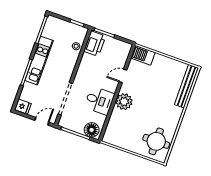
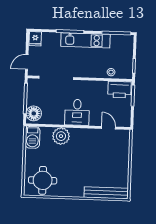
barbecue: (143, 55) -> (32, 137), moved, turned 180
door: (123, 76) -> (109, 128), moved
desk: (99, 101) -> (77, 112), moved
plant: (124, 102) -> (61, 136), moved
door: (42, 121) -> (27, 62), swing flipped

